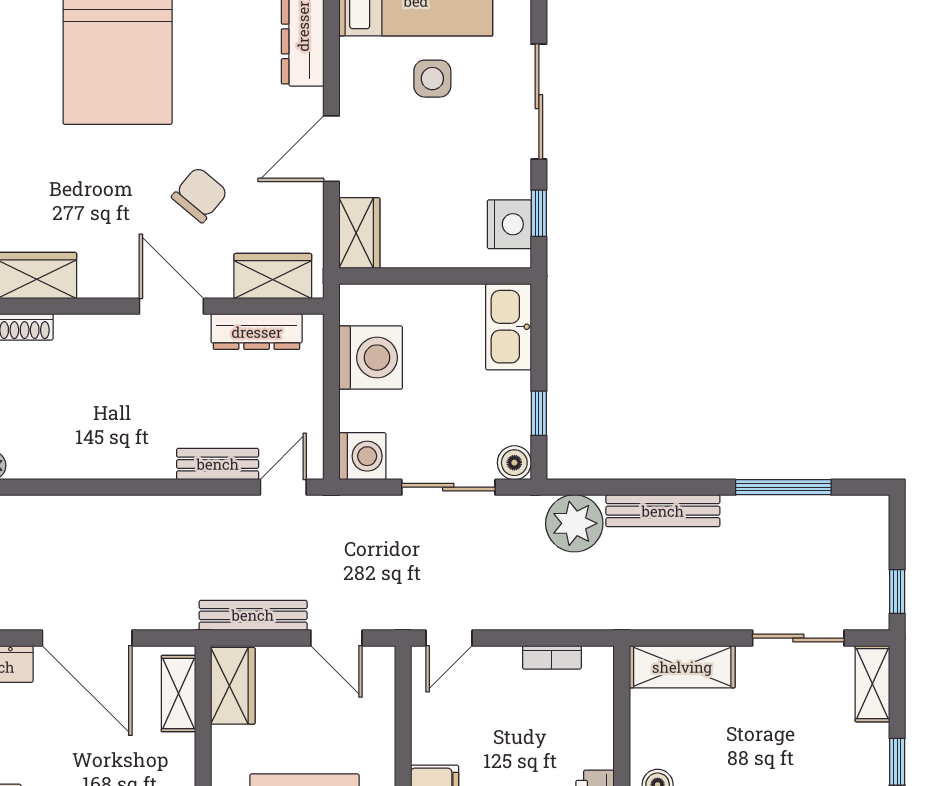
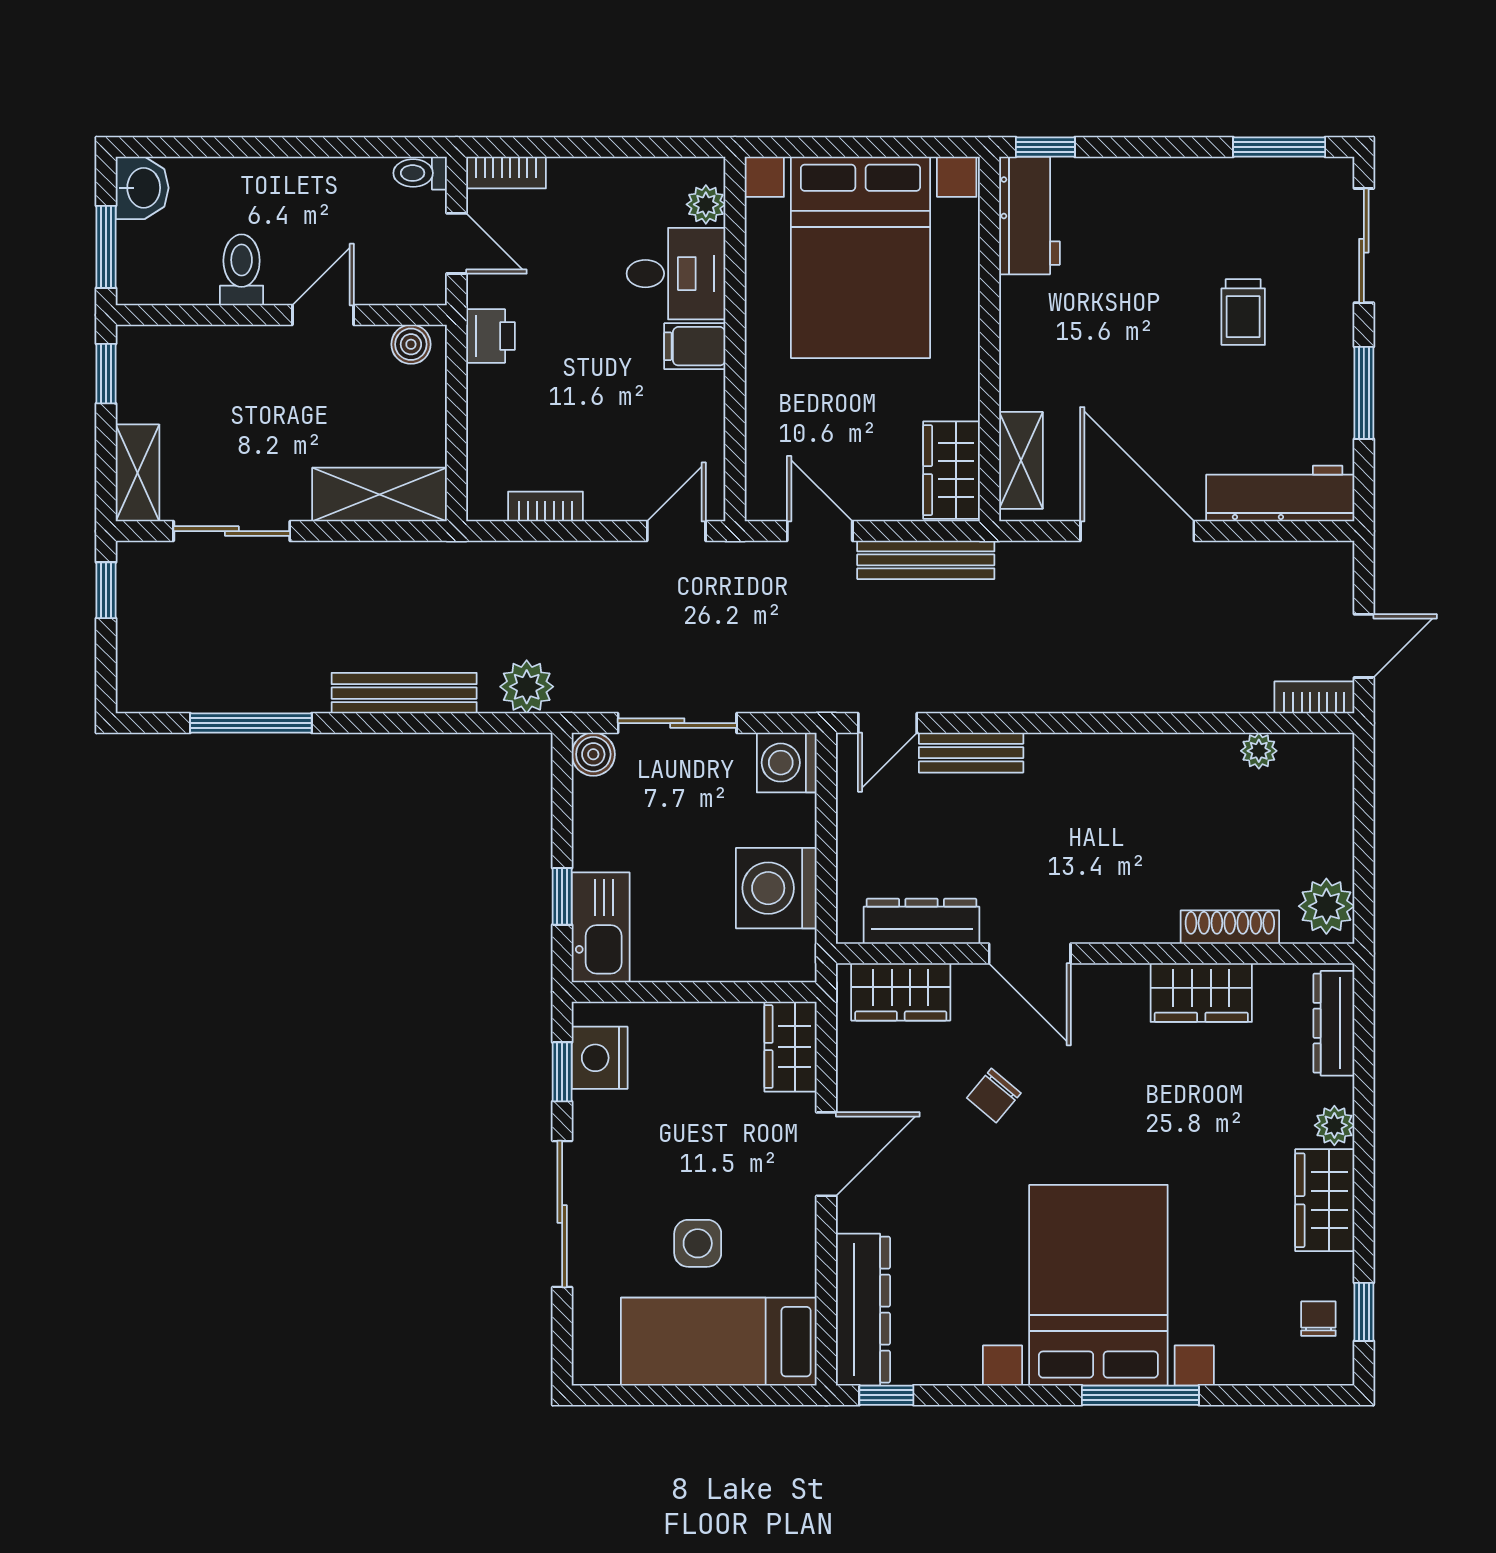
chair: (200, 195) -> (994, 1096), width x0.73, depth x0.73
window: (539, 413) -> (562, 896), moved
plant: (574, 523) -> (527, 687), width x0.73, depth x0.73

